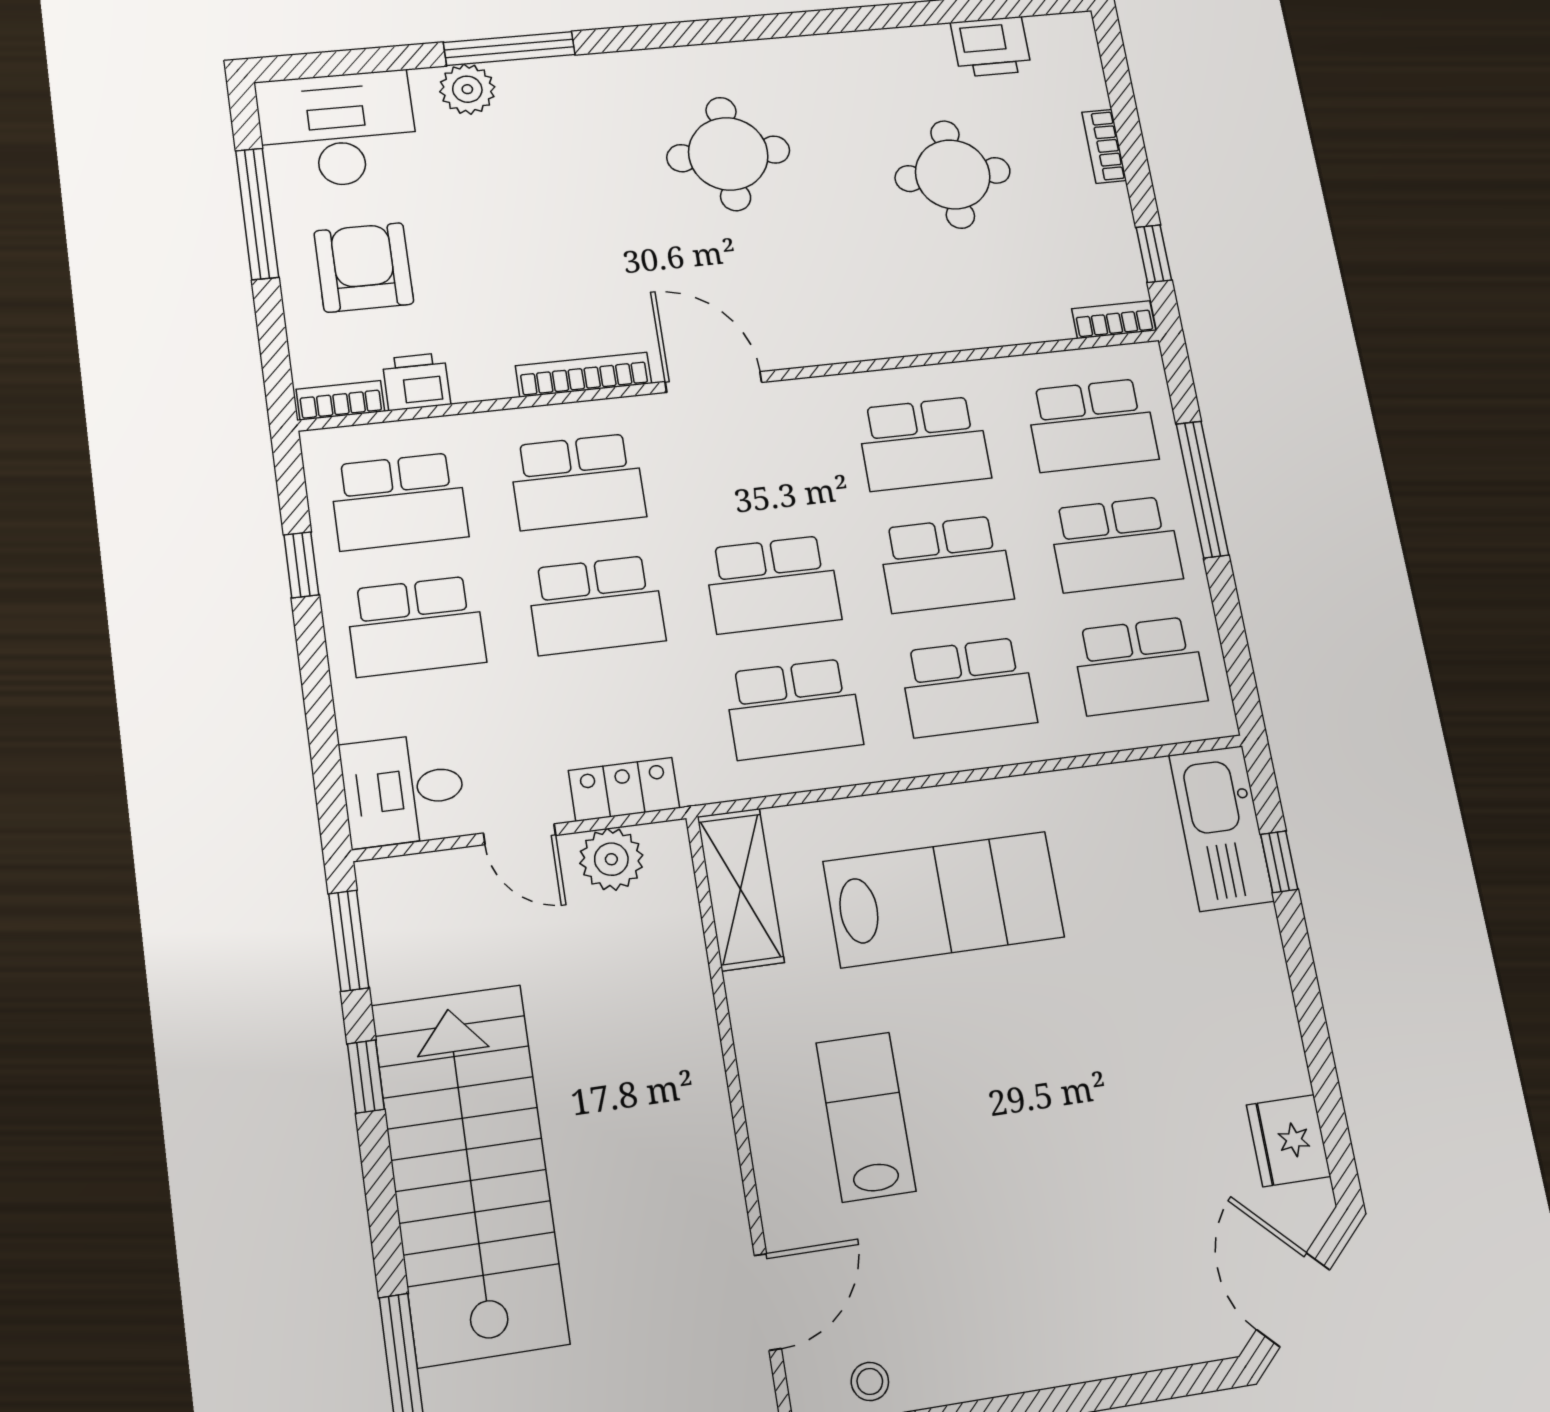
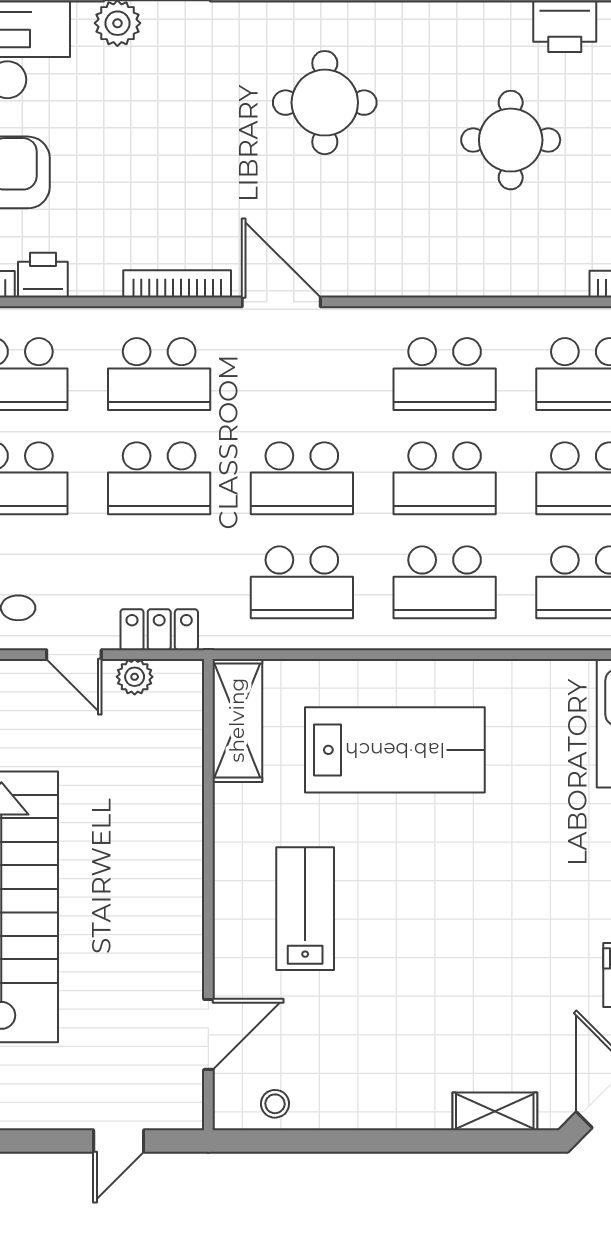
plant: (611, 859) -> (135, 677), width x0.73, depth x0.73
shelving: (1154, 1345) -> (495, 1111), added

